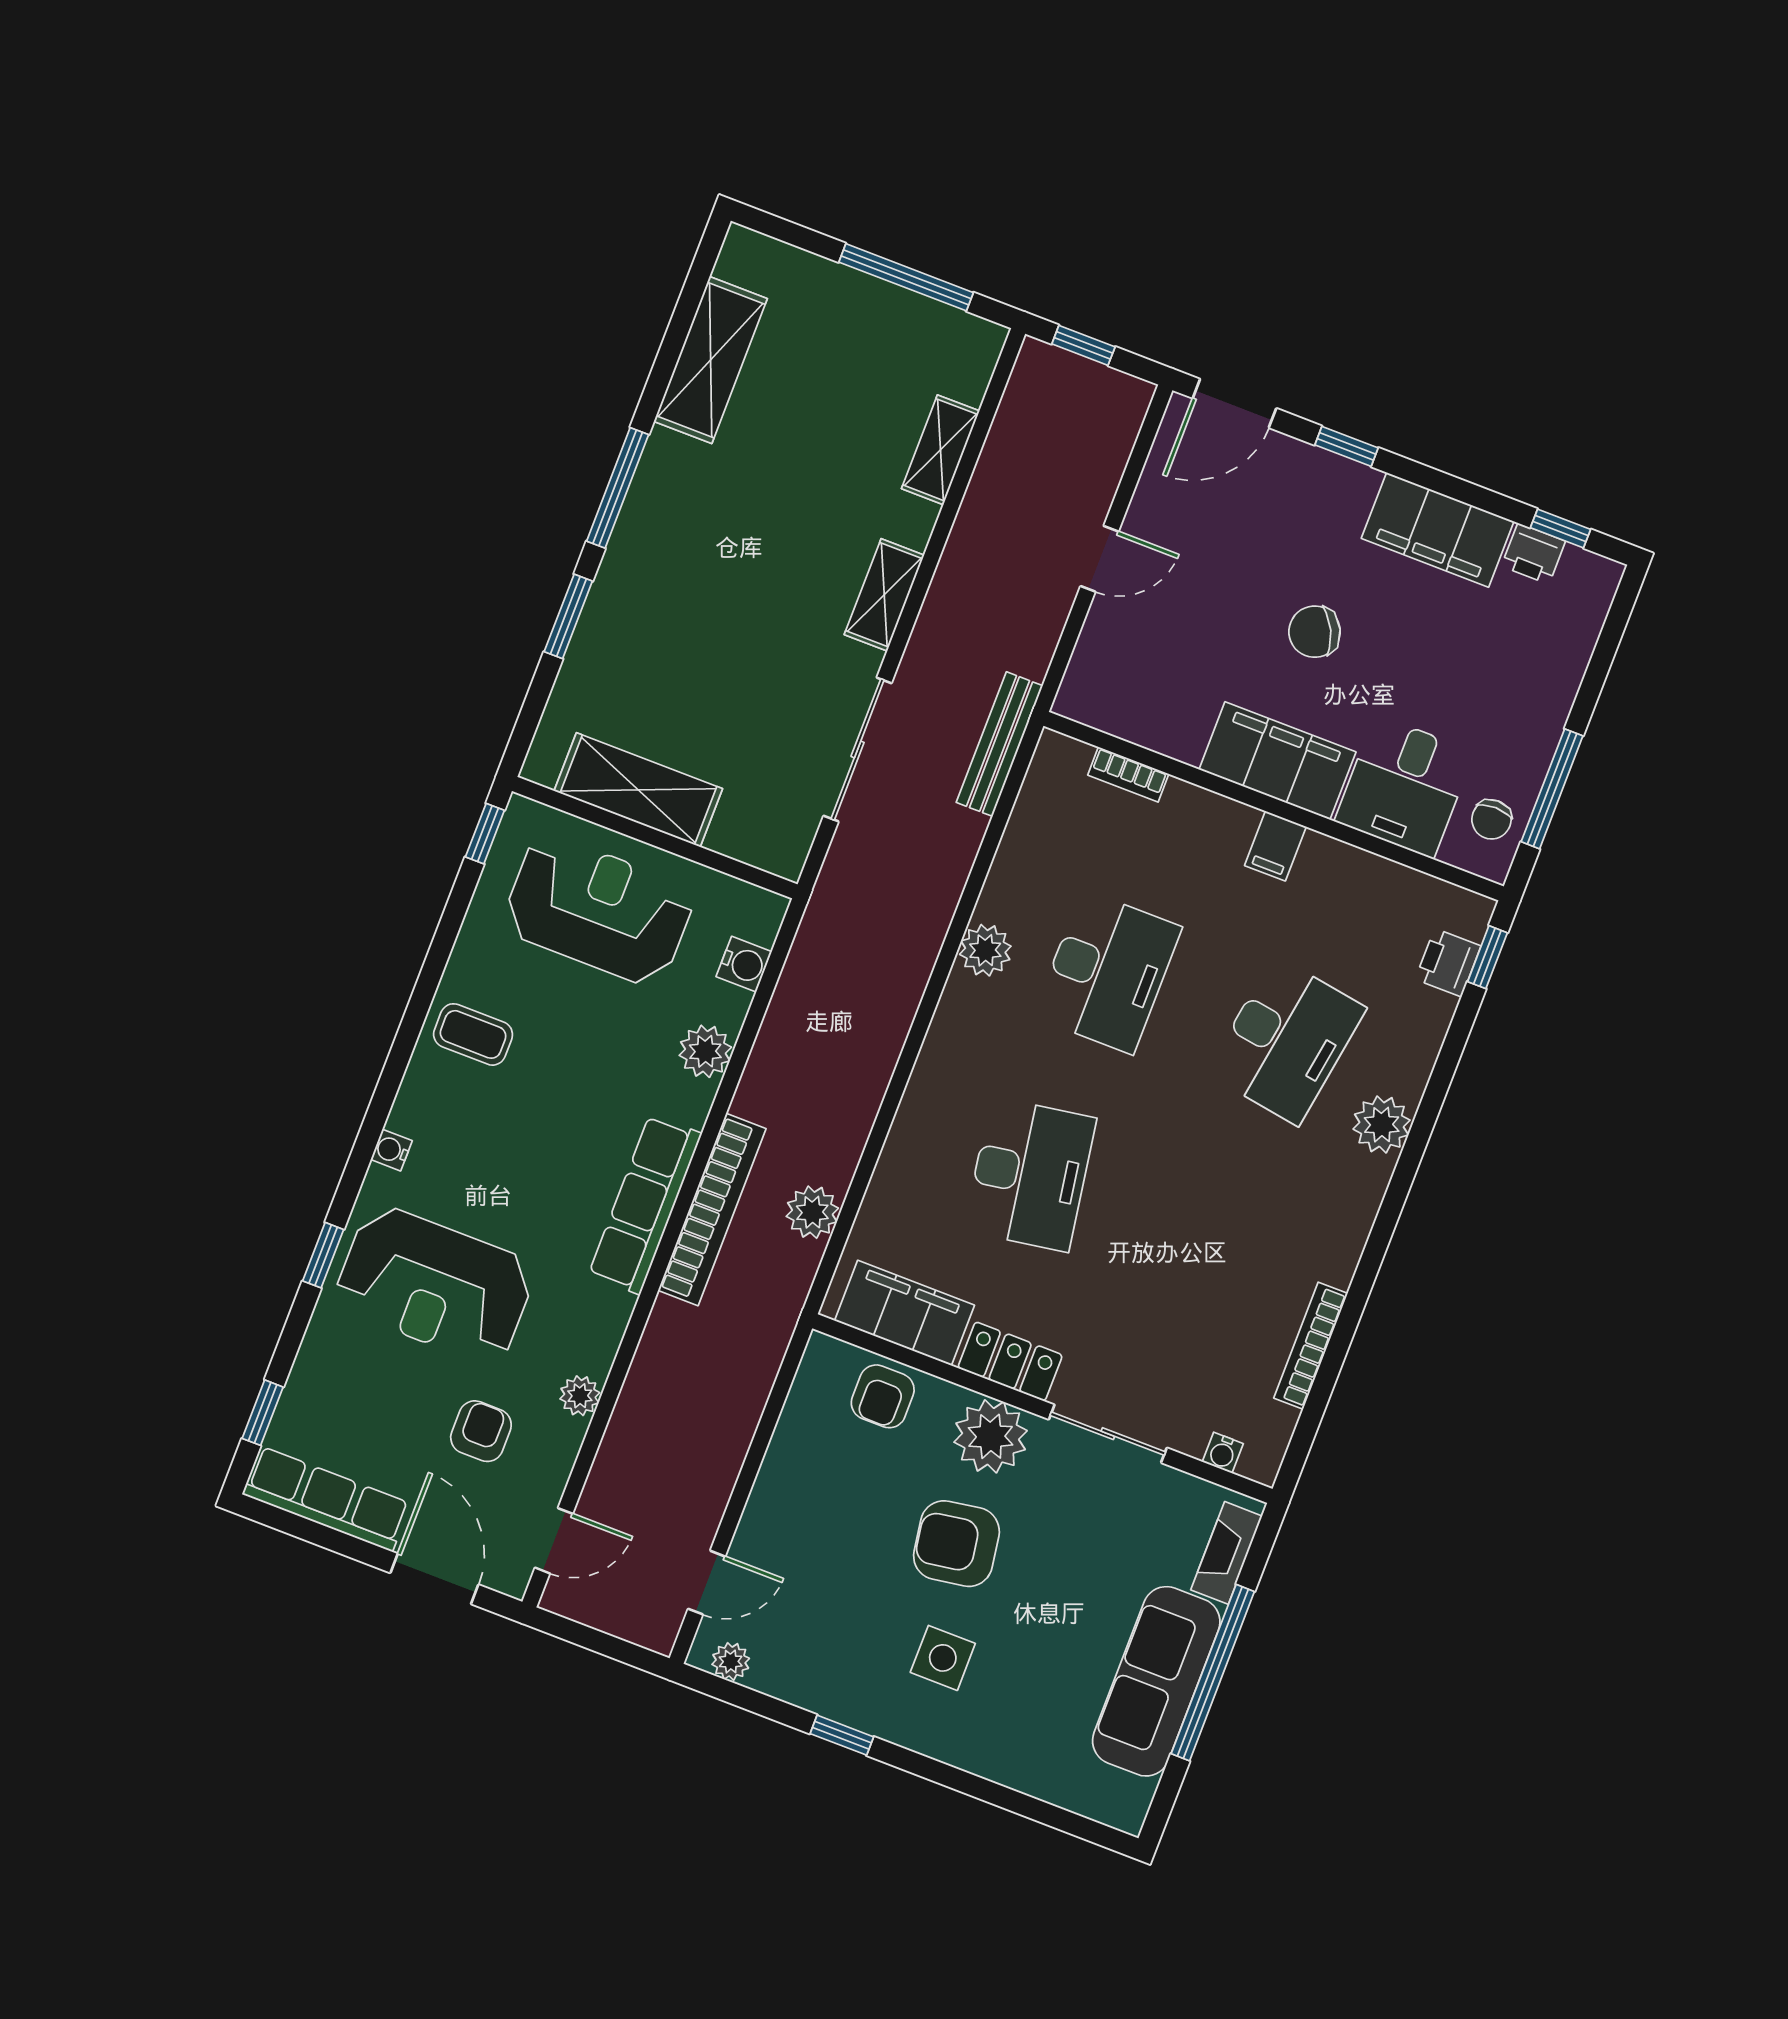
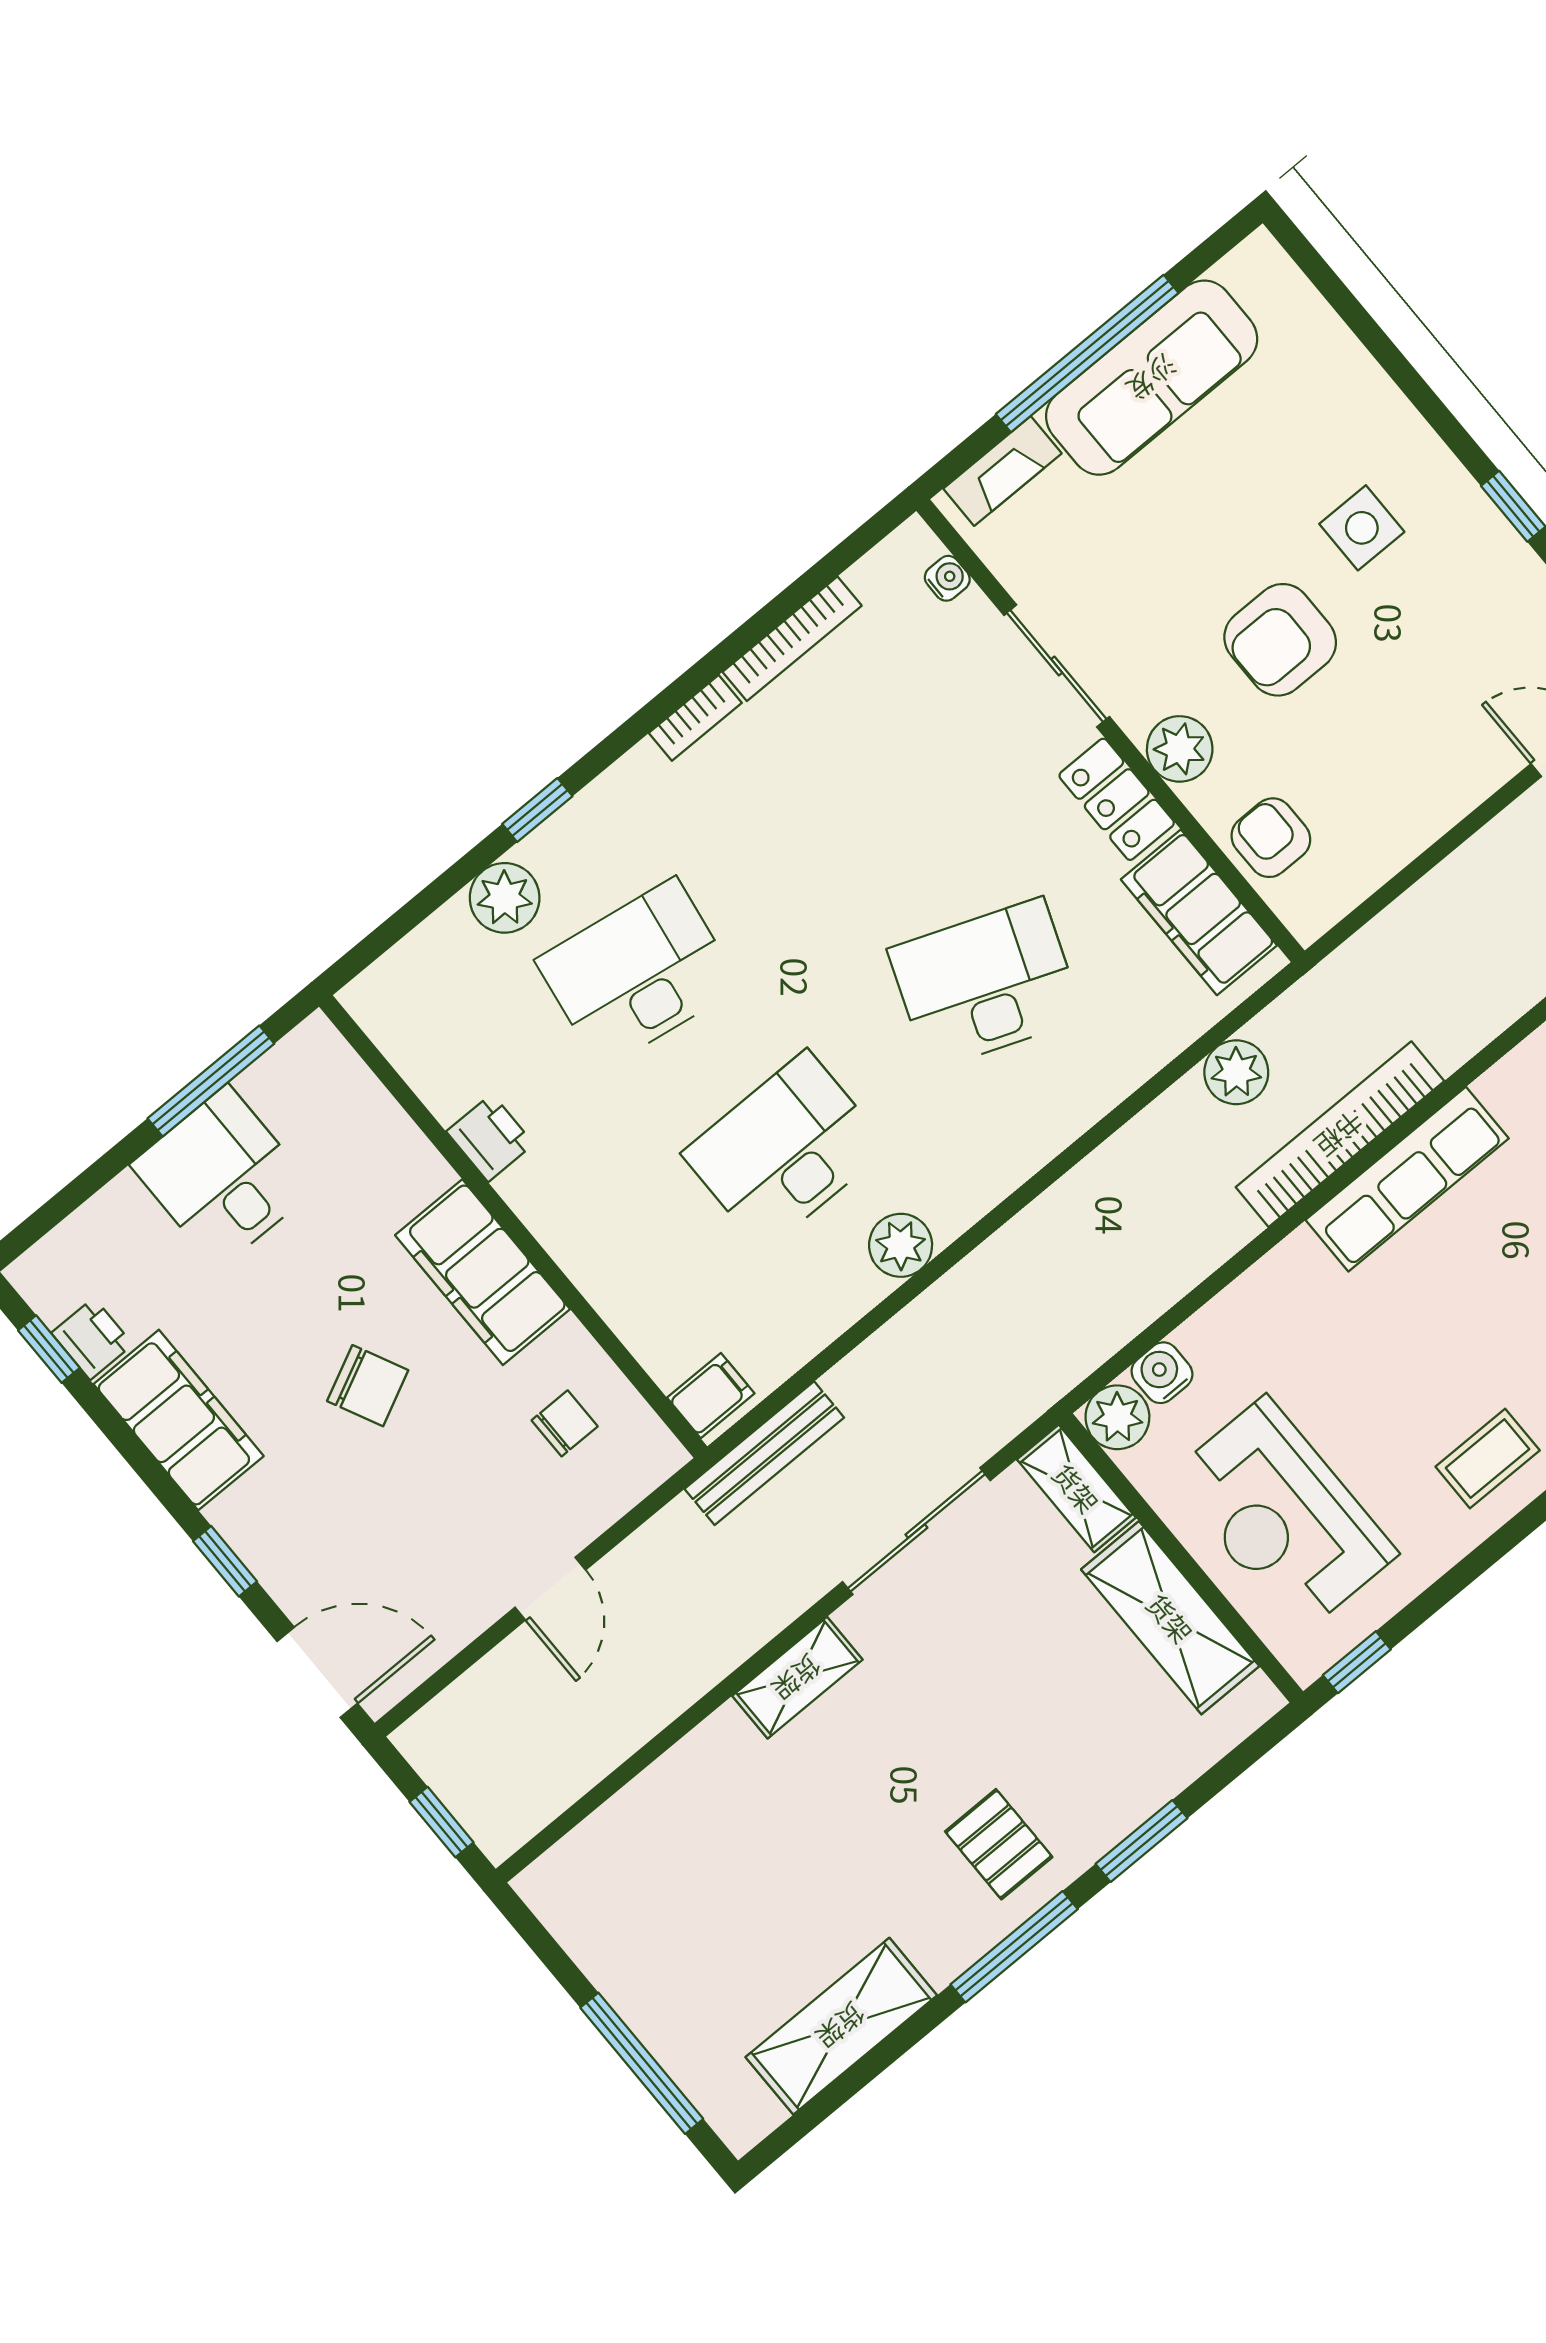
window: (906, 277) -> (642, 2063), moved
shelving: (940, 450) -> (1076, 1488), moved, turned 90
pallet: (671, 556) -> (999, 1844), added
door: (1100, 559) -> (550, 1589), swing flipped
bookcase: (1128, 774) -> (695, 718), moved, turned 90
desk: (1404, 786) -> (223, 1177), moved, turned -90
chair: (1491, 819) -> (565, 1423), moved
filing cabinet: (1275, 846) -> (711, 1396), moved
window: (1487, 957) -> (537, 810), moved
printer: (1448, 963) -> (490, 1138), moved, turned -90
coffee table: (473, 1034) -> (1488, 1459), turned 90
plant: (705, 1051) -> (1117, 1417), moved
plant: (1382, 1125) -> (505, 898), moved
desk: (1030, 1174) -> (986, 984), turned 30
armchair: (883, 1396) -> (1271, 838), turned -90
plant: (991, 1436) -> (1180, 749), width x0.73, depth x0.73
armchair: (956, 1544) -> (1280, 640), turned 99

